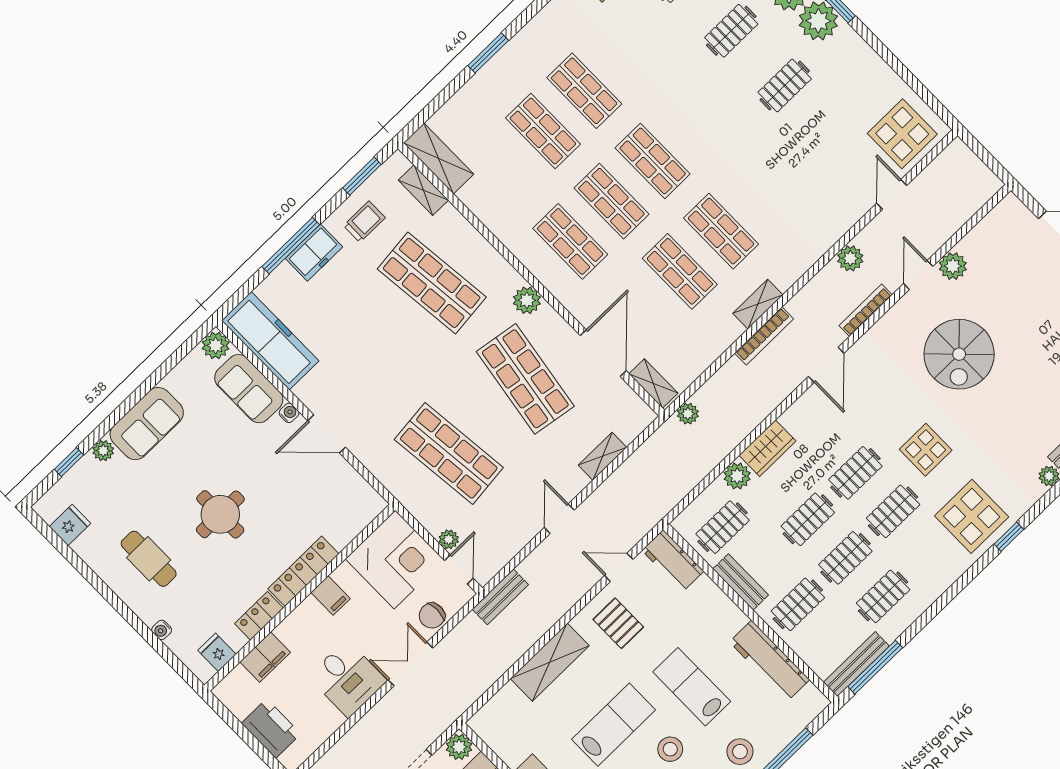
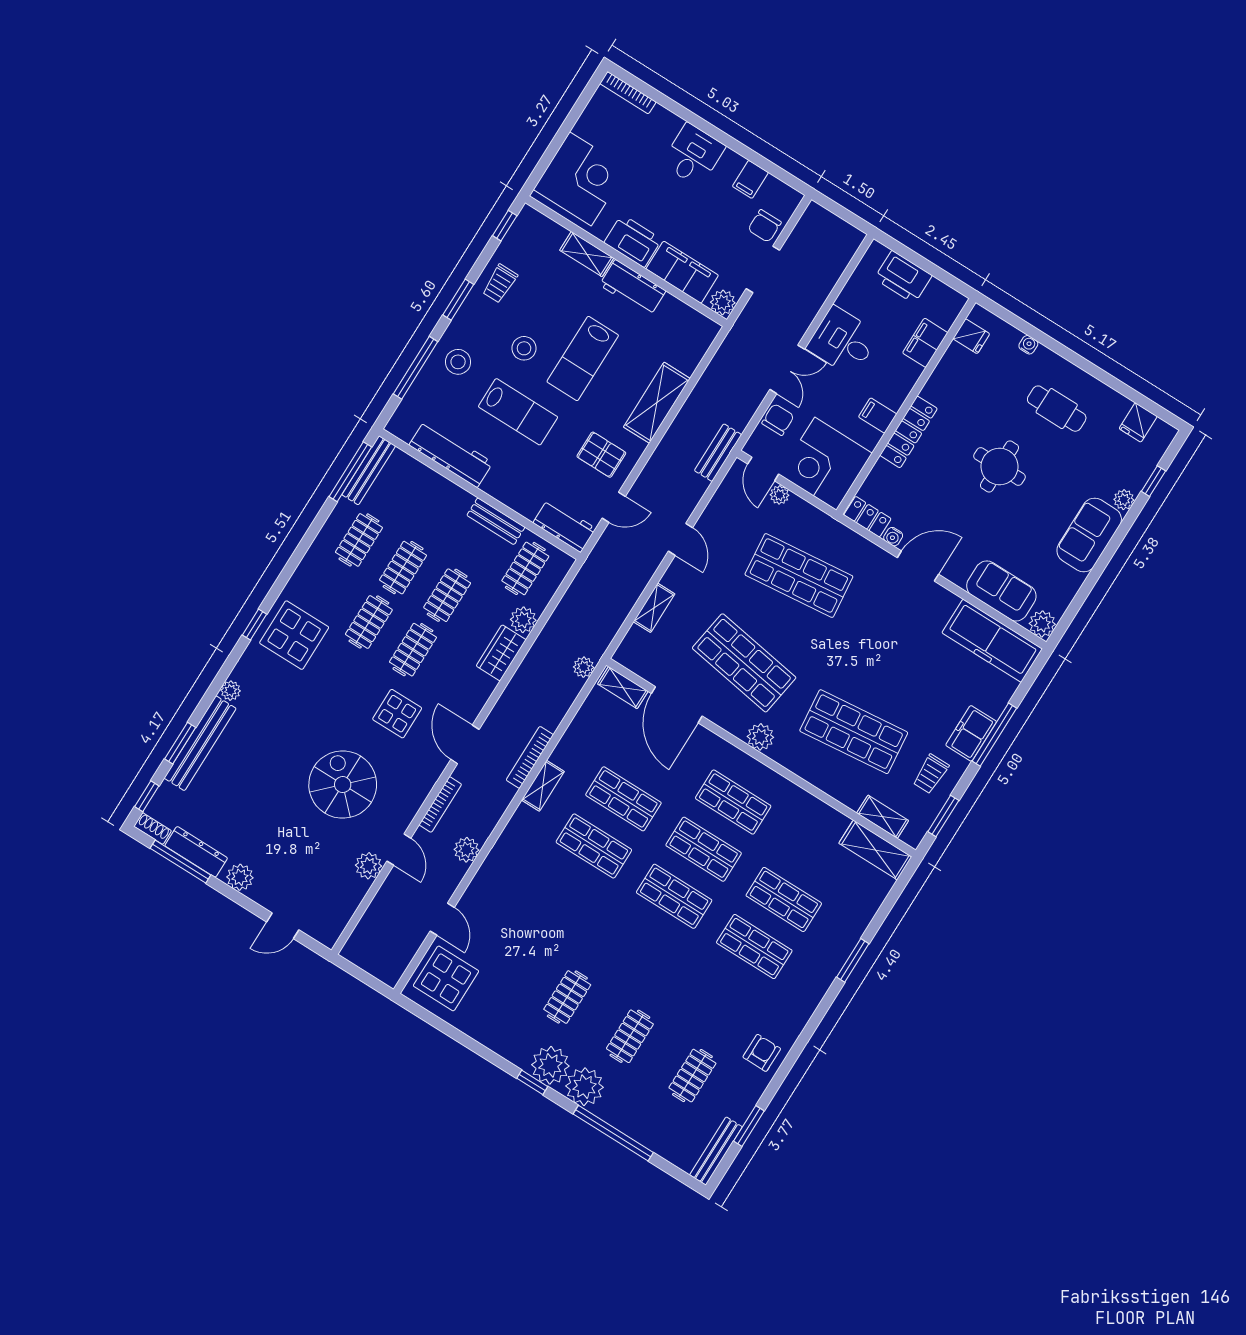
water cooler: (289, 413) -> (893, 537), moved
display table: (926, 450) -> (397, 714), moved
clothes rail: (798, 604) -> (437, 513), removed
locker: (259, 616) -> (867, 517), moved, turned -90

